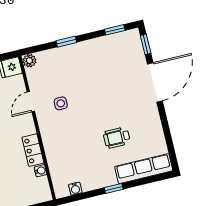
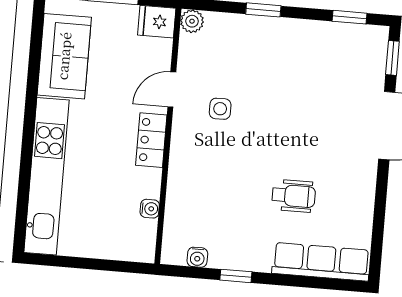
wheelchair: (117, 138) -> (294, 196), turned 180
locker: (33, 150) -> (151, 140), moved
window: (114, 188) -> (236, 276), moved

